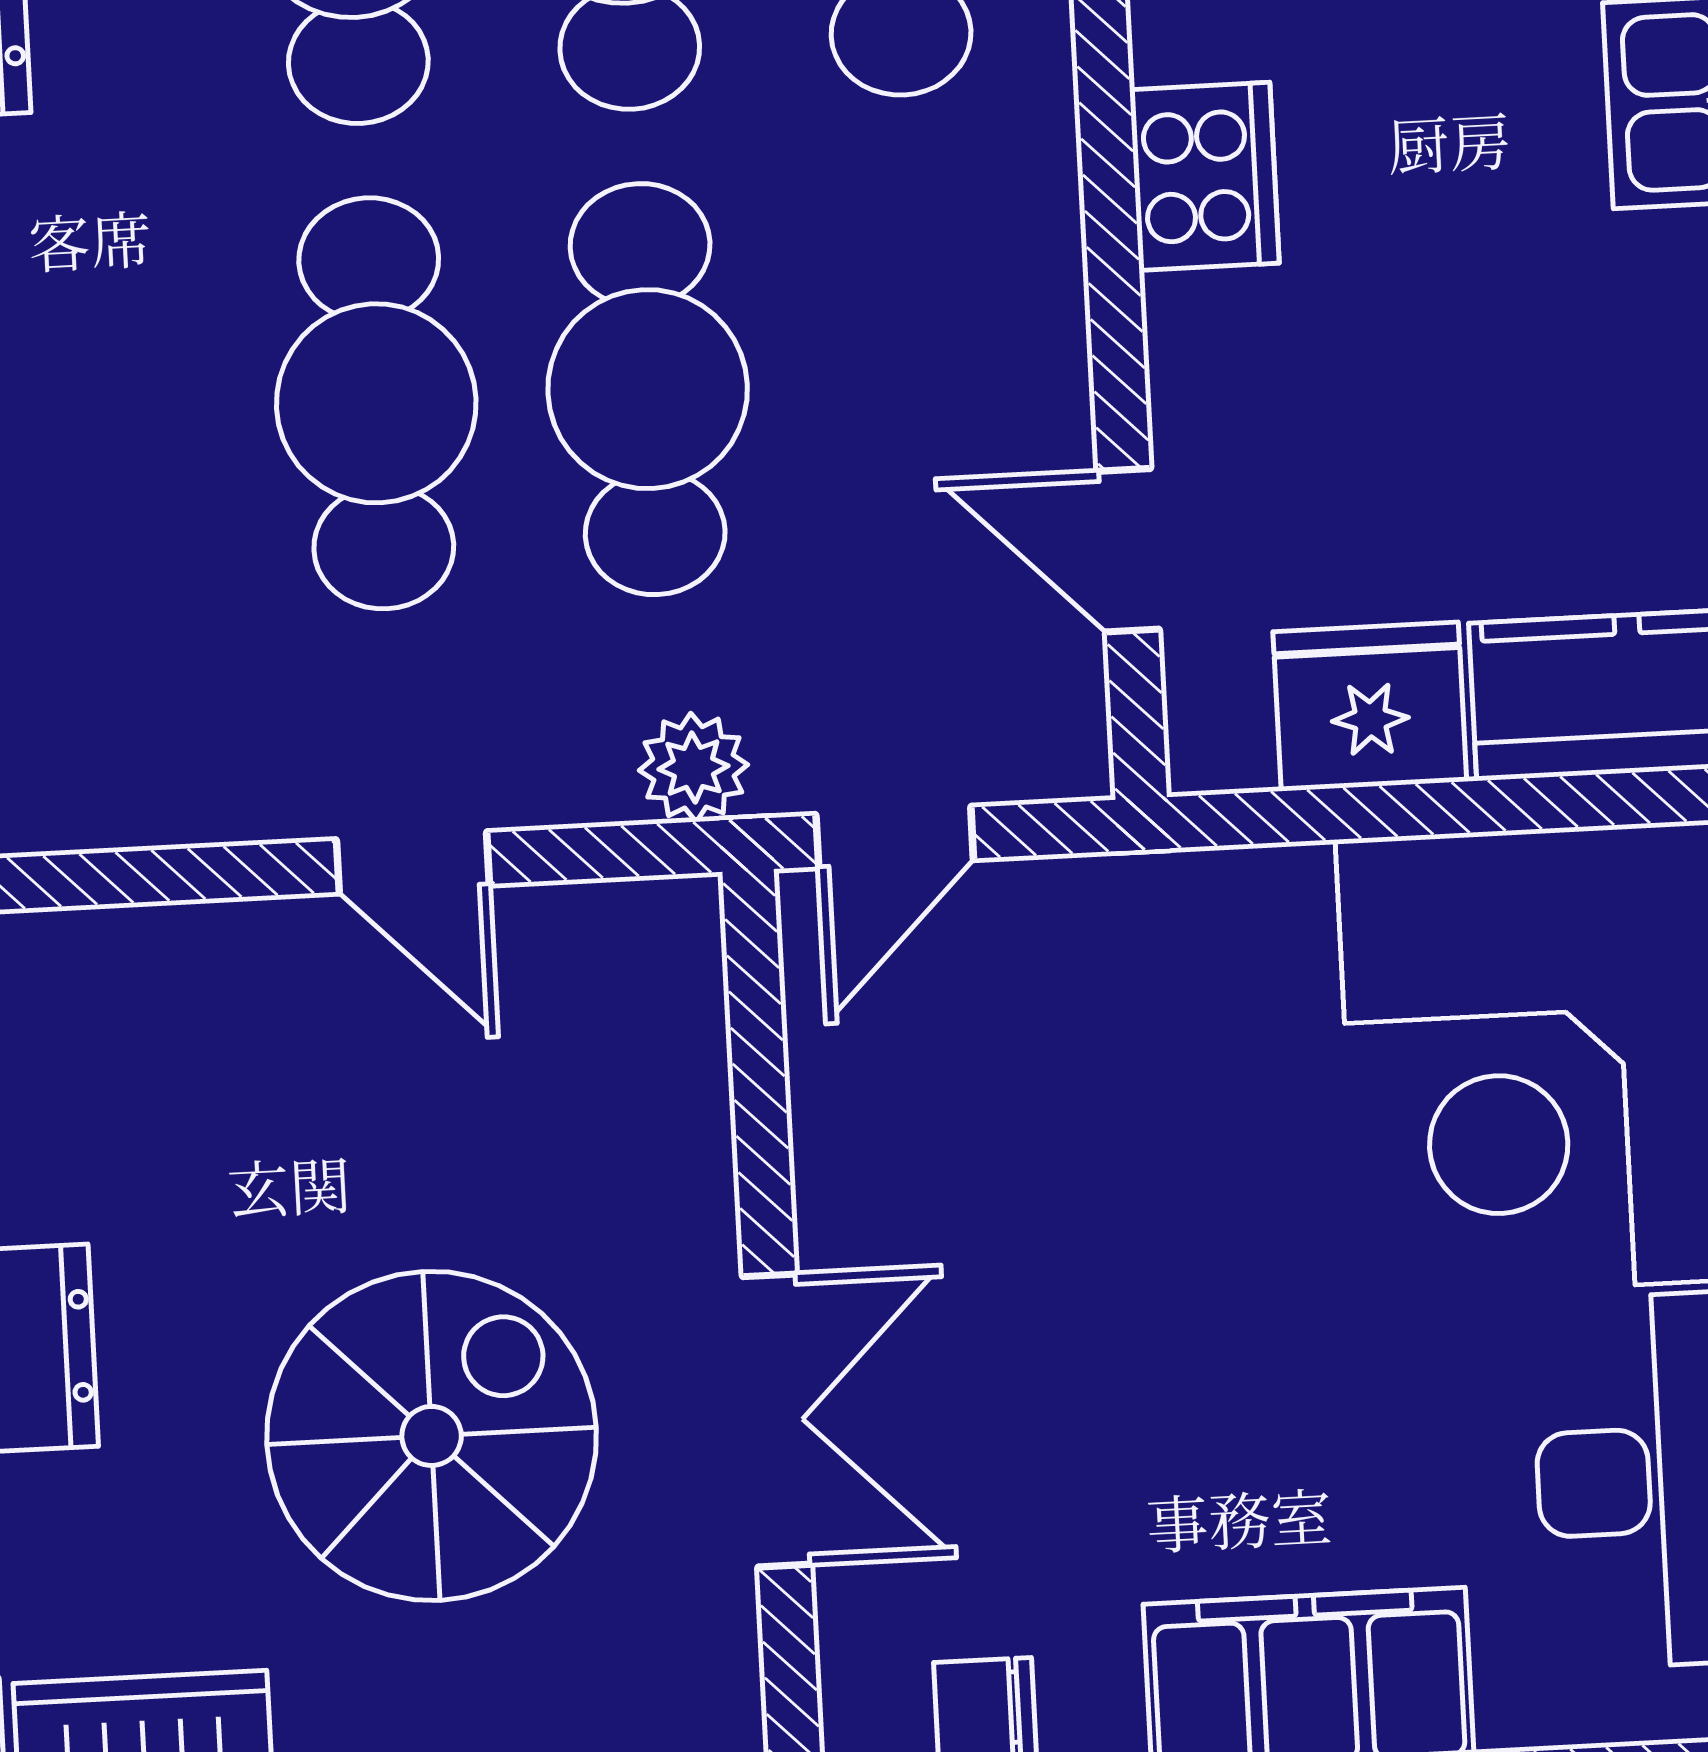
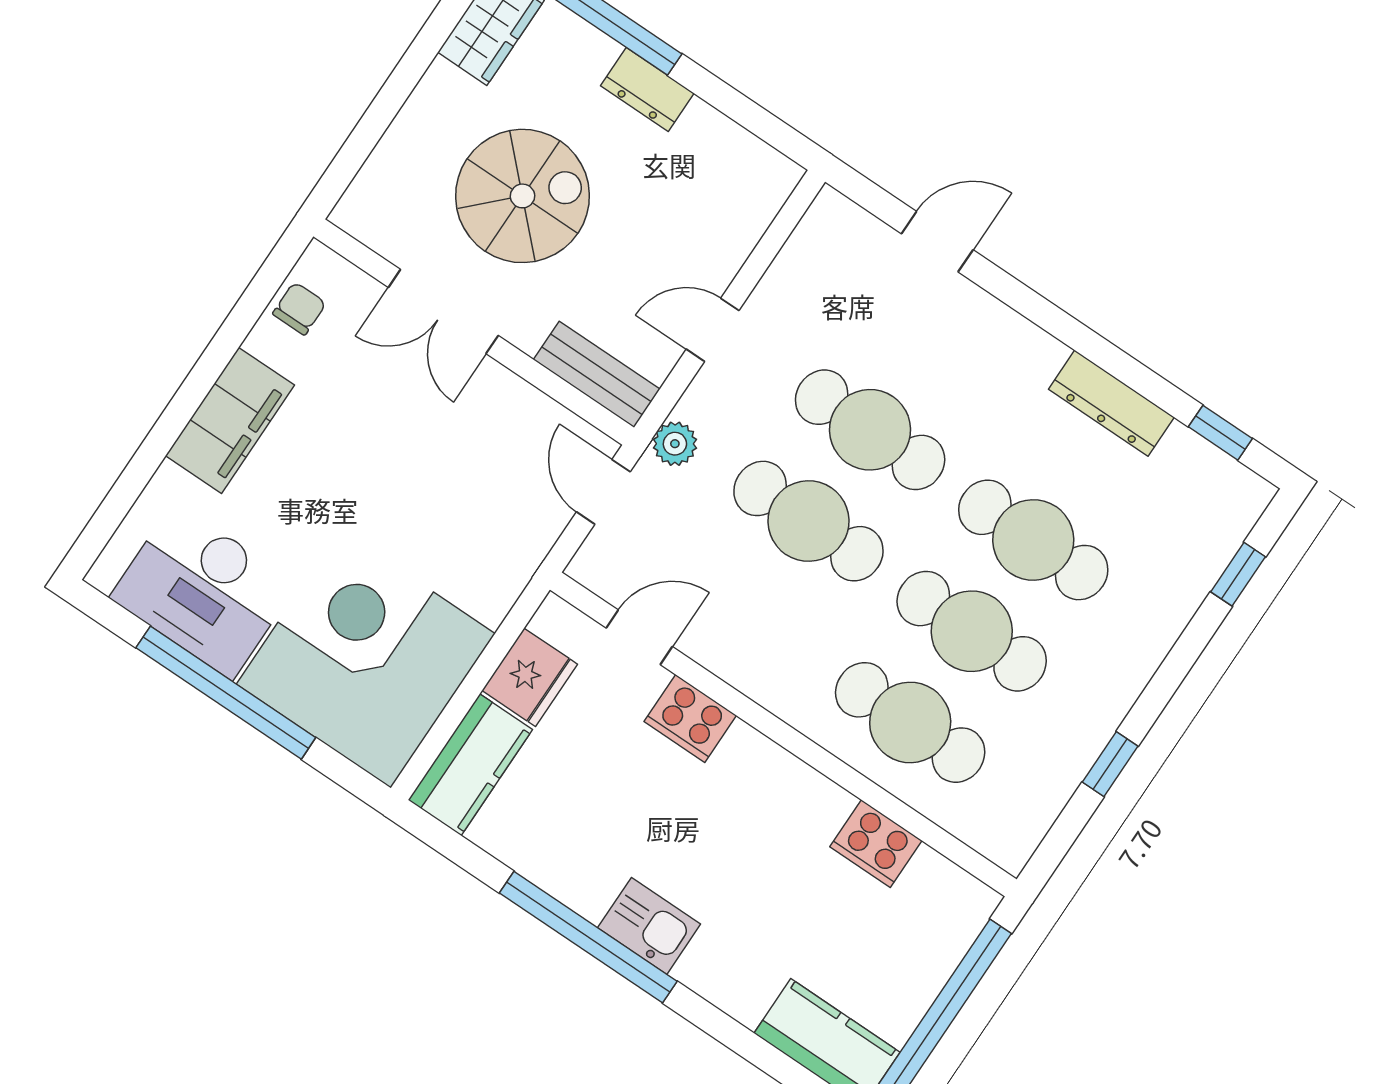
cooker: (1204, 176) -> (690, 718), moved
bench: (673, 1025) -> (597, 374), added
spiral stairs: (432, 1436) -> (522, 196), turned -90

